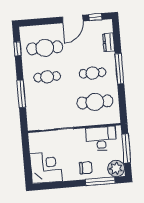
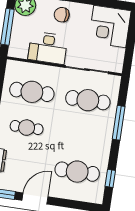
cafe table: (47, 77) -> (88, 100), moved, width x1.37, depth x1.35
desk: (101, 138) -> (48, 48), moved

